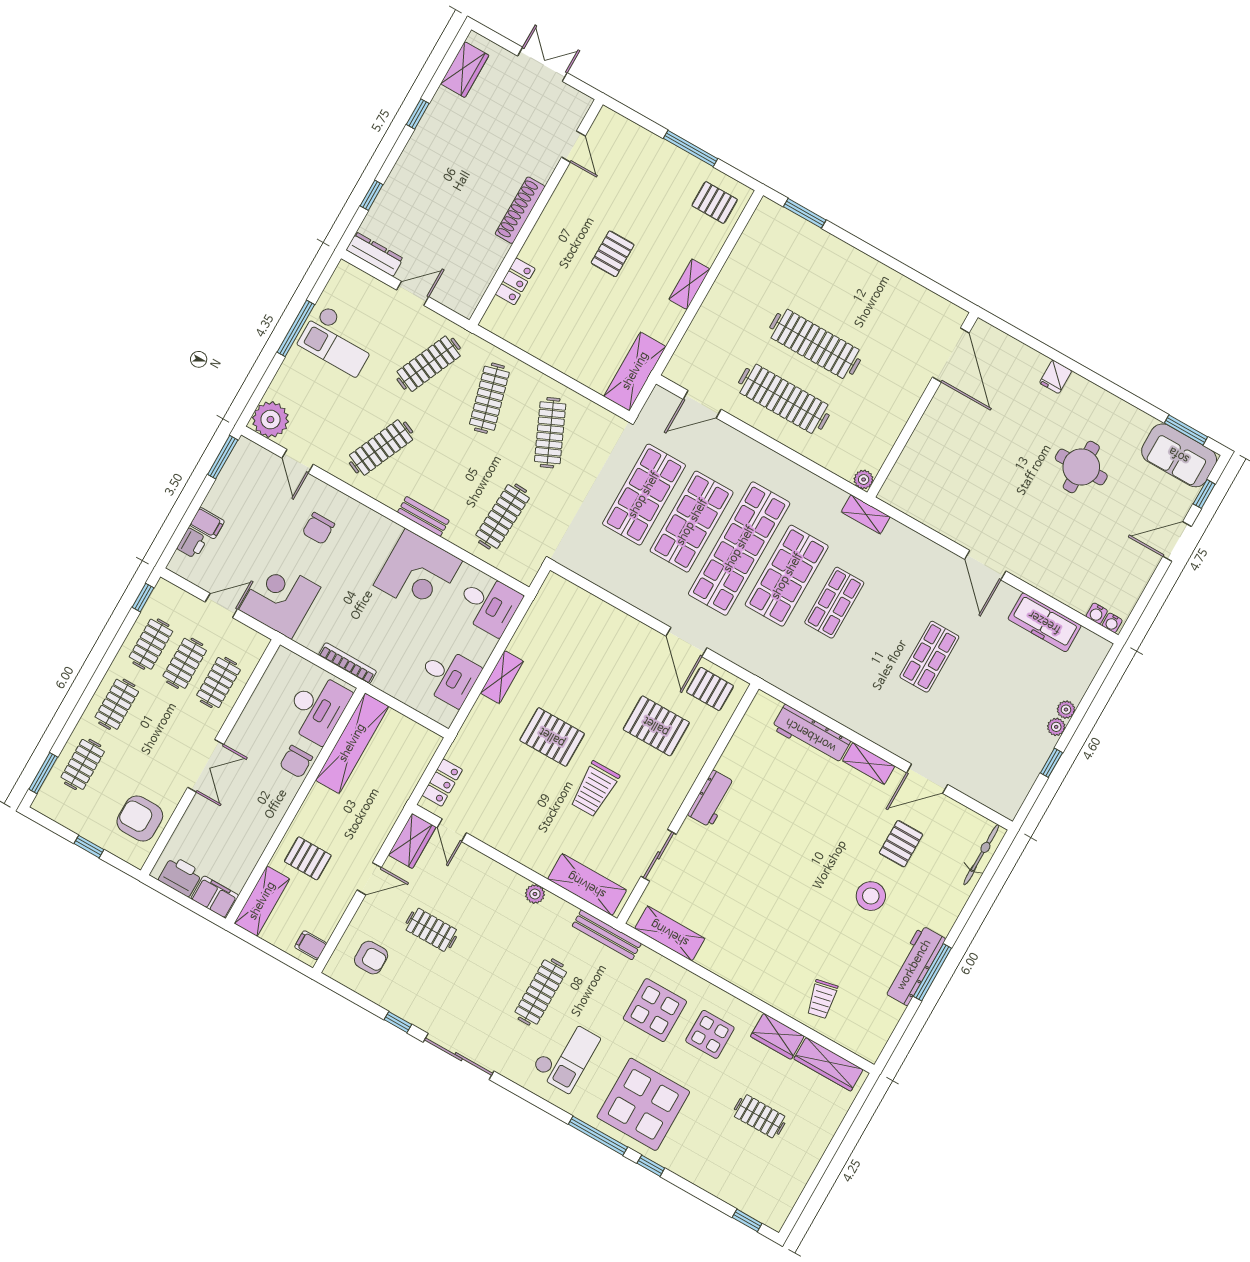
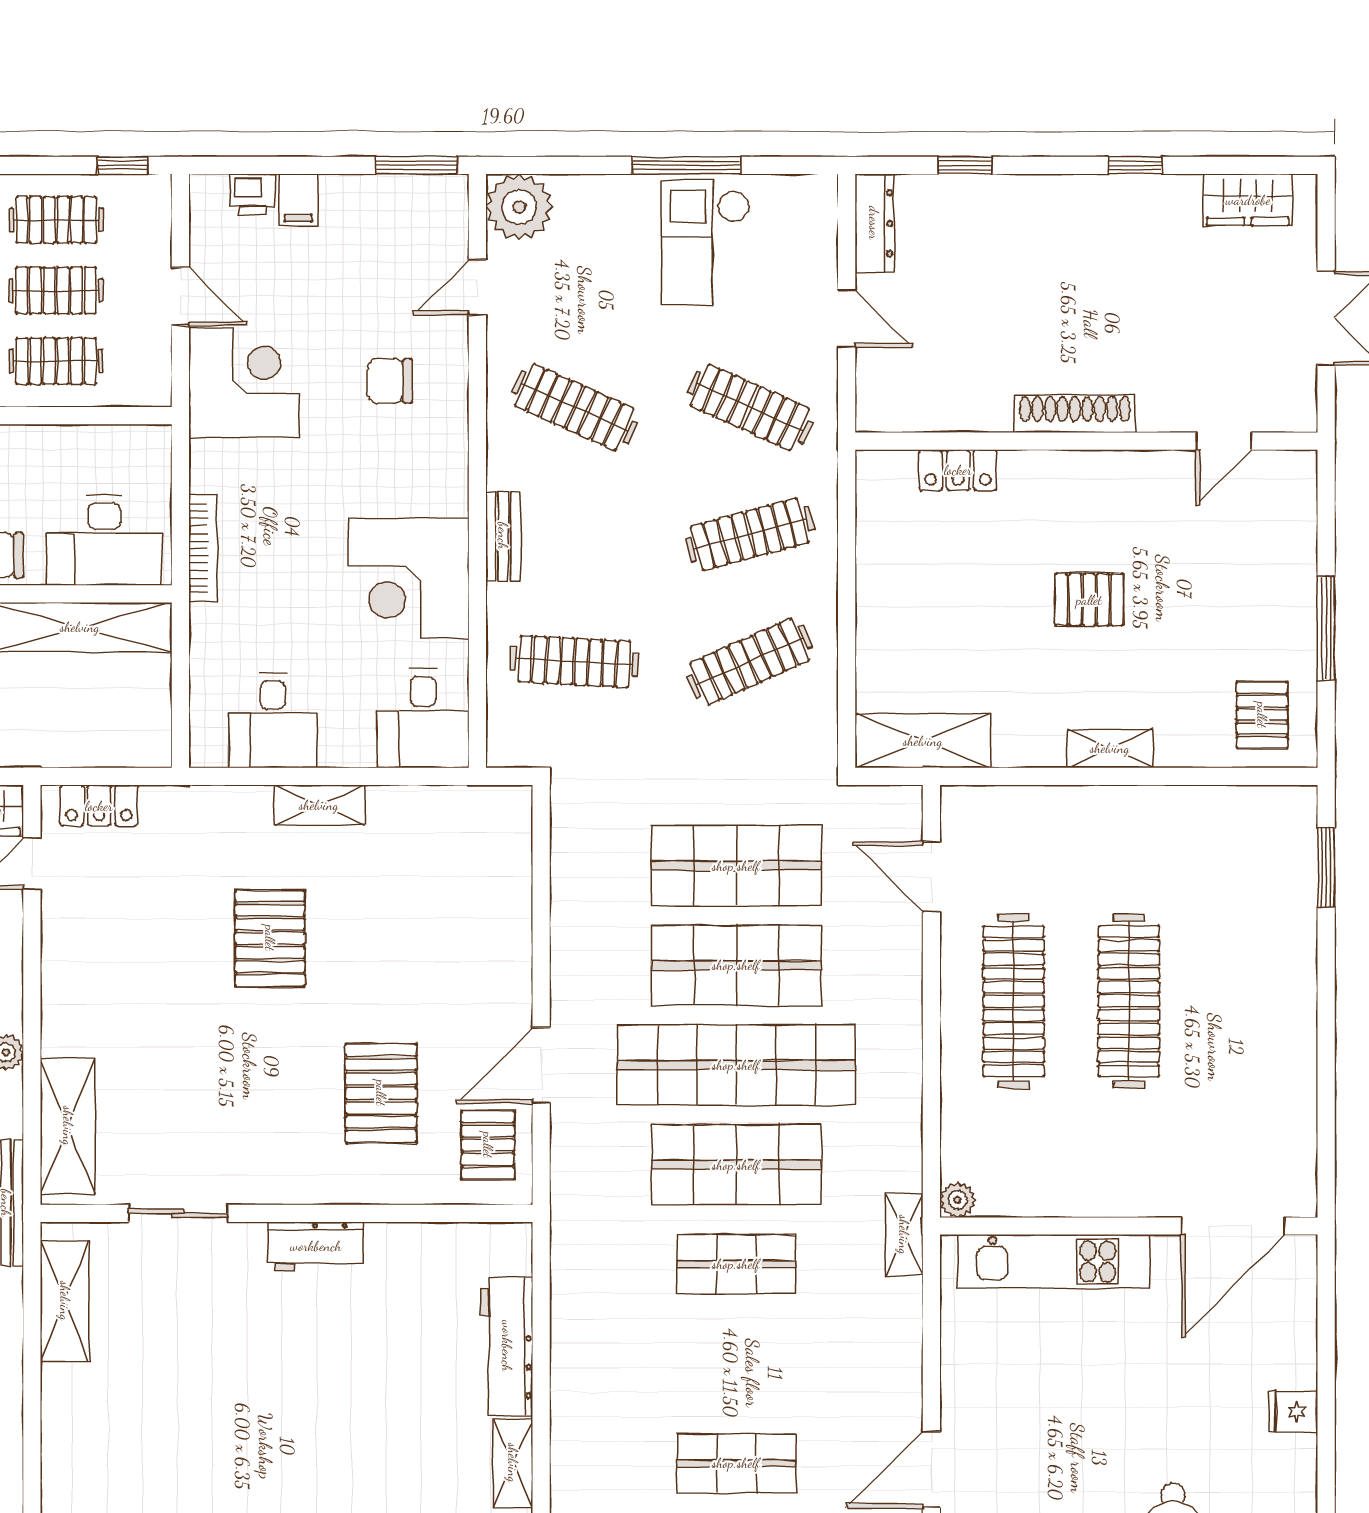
kitchen unit: (919, 450) -> (1054, 1261), added
trolley: (595, 789) -> (226, 1052), removed

